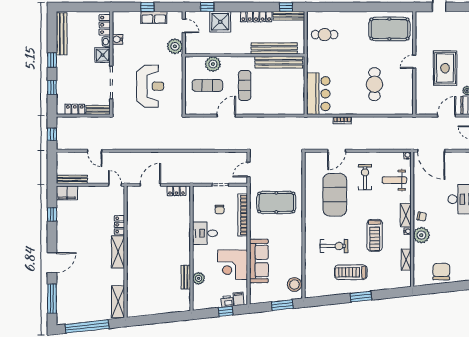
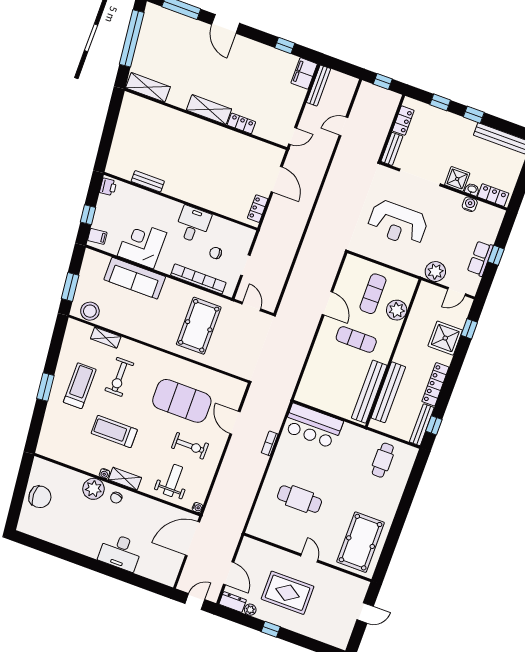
shelving: (406, 260) -> (106, 338), moved
plant: (199, 278) -> (140, 196), removed
printer: (227, 301) -> (108, 187), moved

